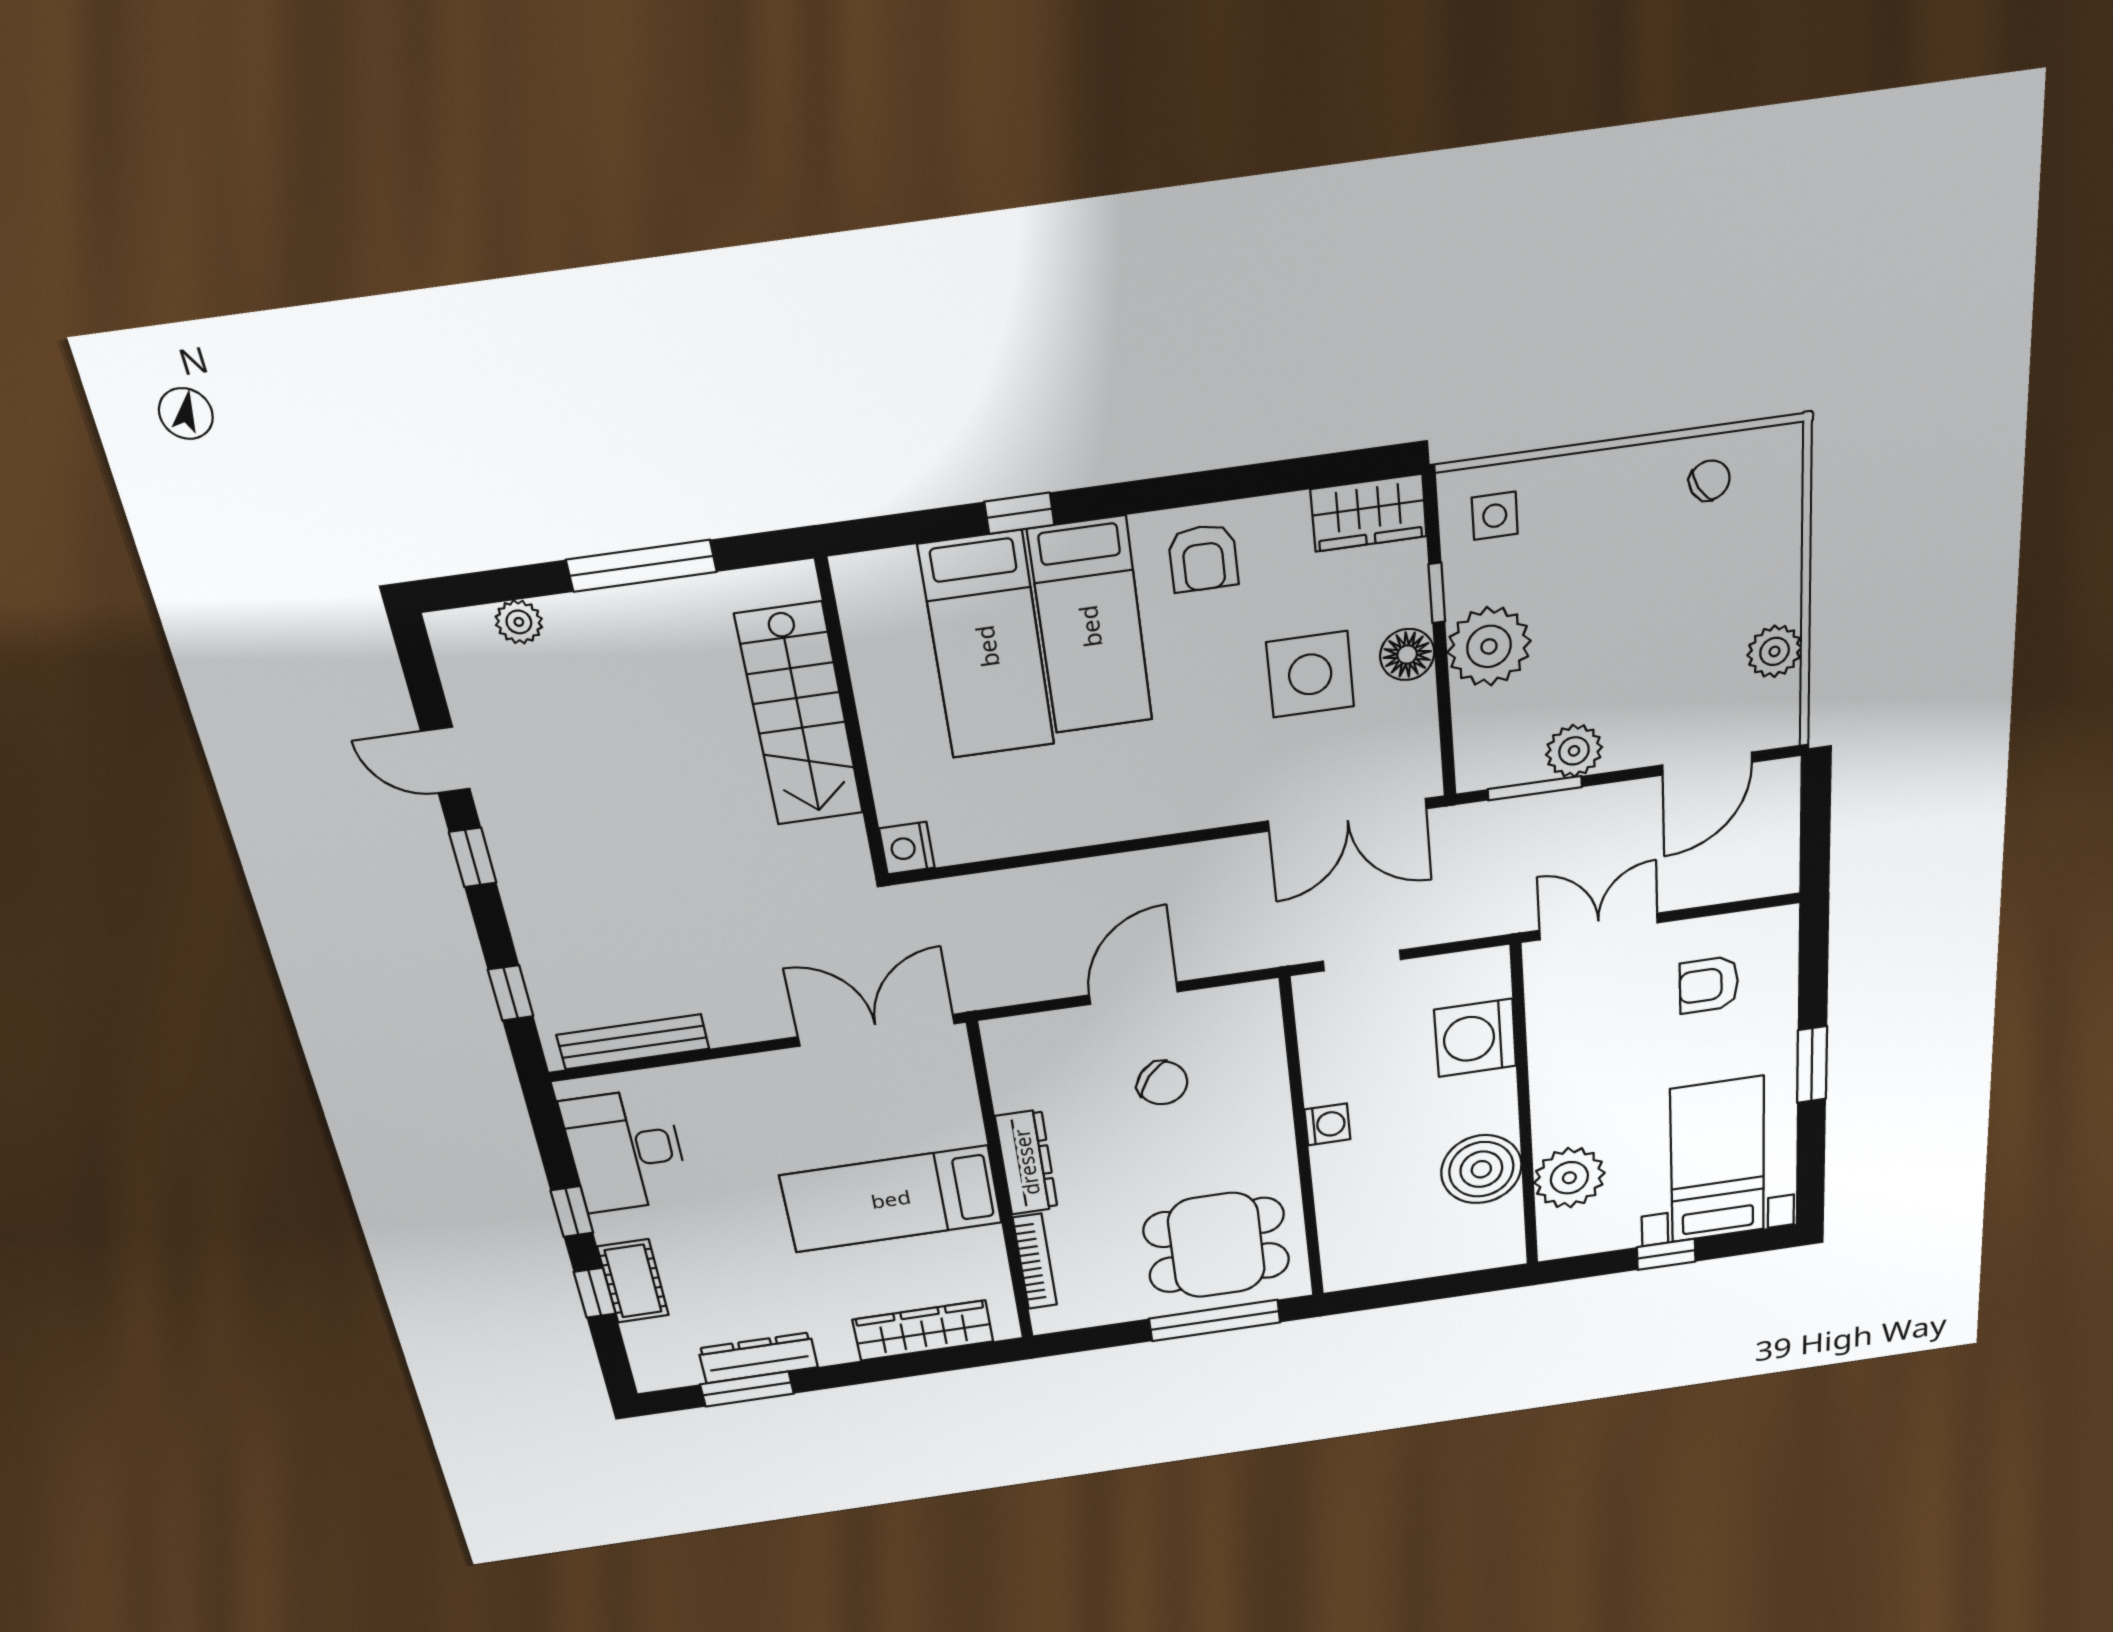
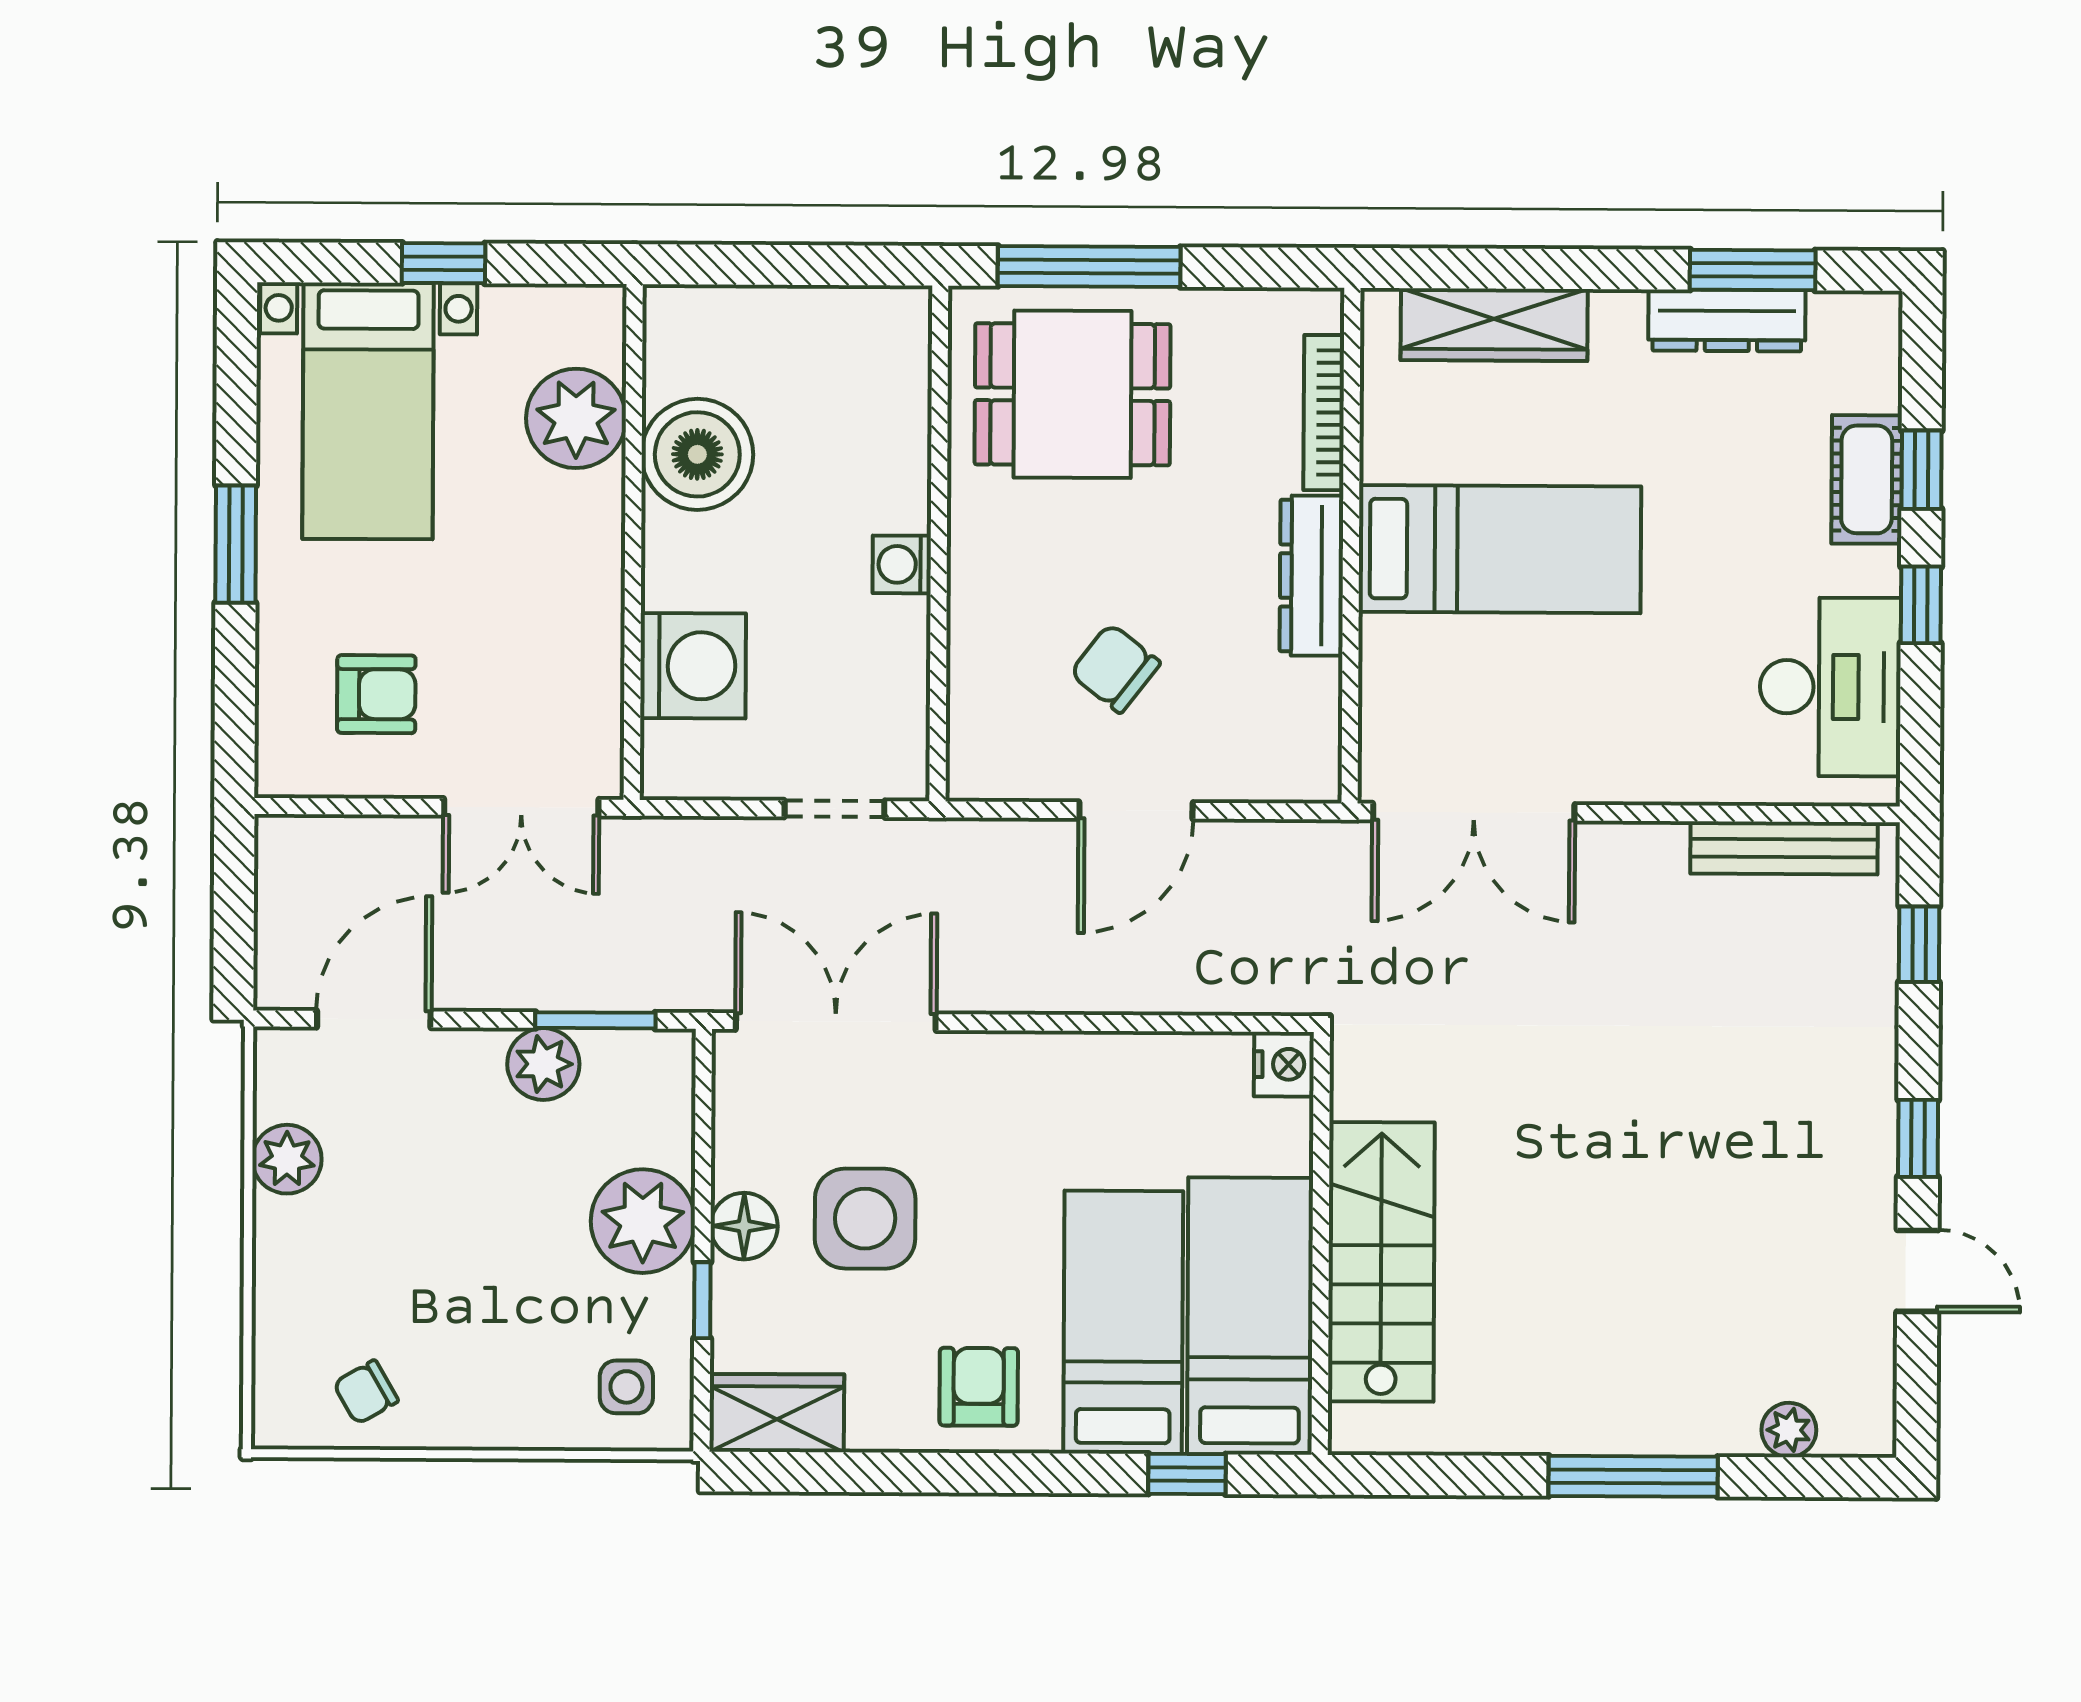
stairs: (800, 715) -> (1381, 1262), moved
wall: (852, 722) -> (1321, 1243), moved
nightstand: (907, 848) -> (1284, 1064), moved

